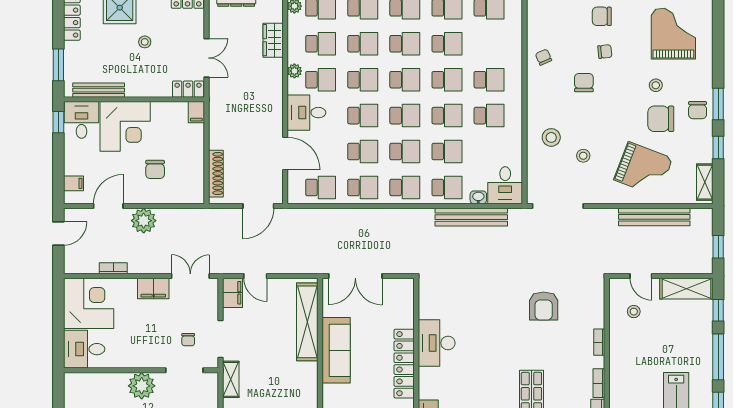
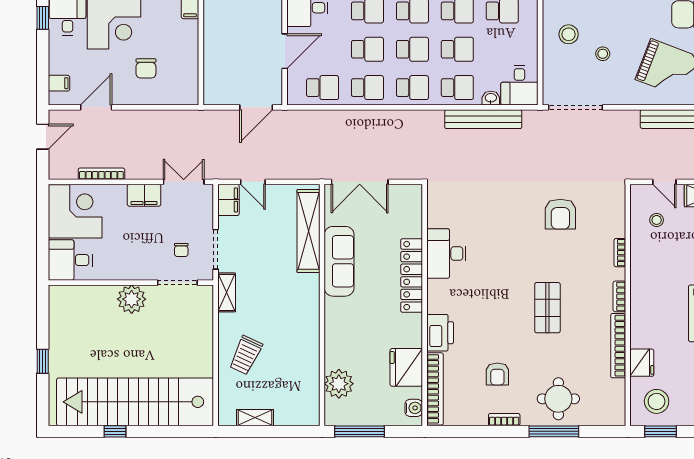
door: (285, 153) -> (285, 51), hinge flipped
shoe rack: (216, 174) -> (211, 73), removed
plant: (144, 221) -> (134, 123), removed
bookcase: (113, 268) -> (101, 174), width x1.56

